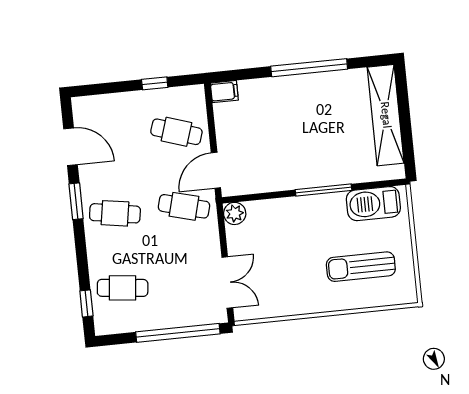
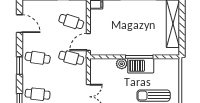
window: (76, 201) -> (19, 66), moved
barbecue: (373, 204) -> (141, 66), moved
plant: (235, 213) -> (122, 64), moved

